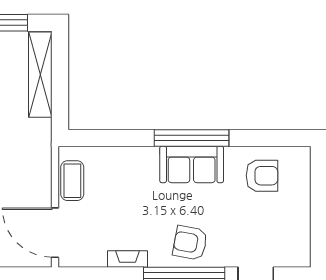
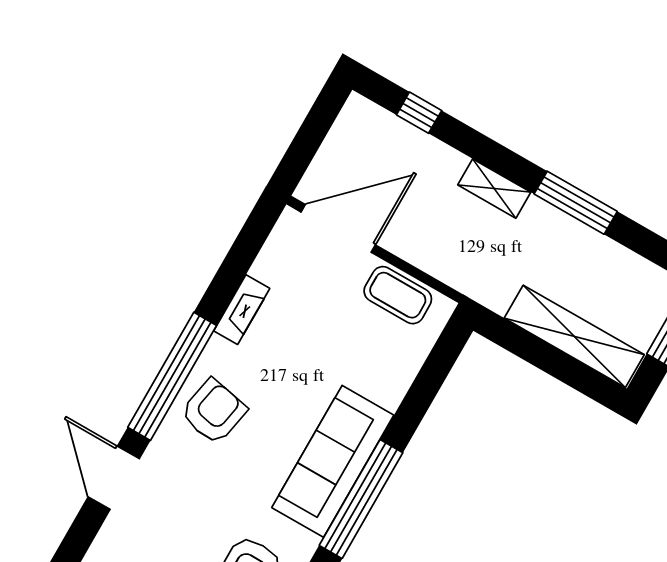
sofa: (192, 164) -> (333, 461), width x1.36

